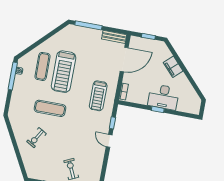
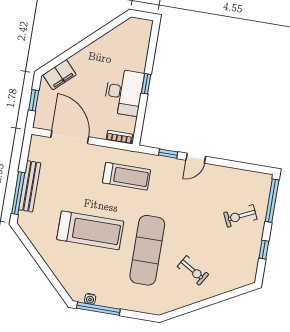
bench: (114, 37) -> (30, 186), moved, width x1.36
exercise mat: (42, 66) -> (83, 263), removed
filing cabinet: (173, 67) -> (60, 75), moved
desk: (163, 97) -> (124, 92), moved
exercise mat: (50, 108) -> (147, 250), width x1.36, depth x1.45

